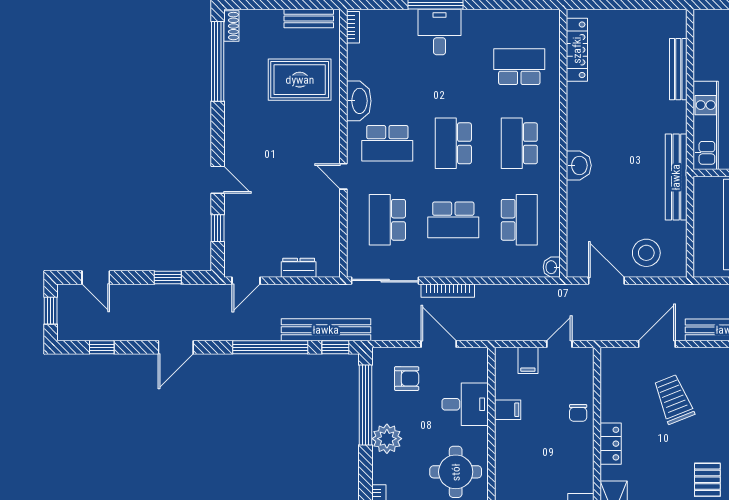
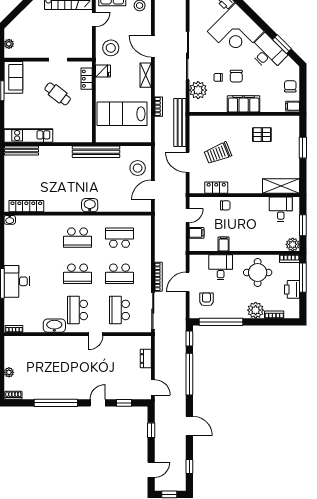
plant: (274, 18) -> (9, 372), added
bench: (309, 18) -> (9, 353), removed
desk: (440, 32) -> (17, 281), width x1.37
window: (218, 61) -> (56, 403), moved
school desk: (519, 67) -> (36, 238), removed
bench: (678, 69) -> (21, 151), moved
rug: (300, 80) -> (43, 358), removed
kitchen unit: (706, 125) -> (28, 135), moved
school desk: (387, 143) -> (78, 310), turned 180
school desk: (387, 220) -> (119, 310), turned 90
school desk: (453, 220) -> (119, 274), turned 90
washbasin: (552, 267) -> (10, 220), moved
bench: (326, 330) -> (180, 344), removed
door: (559, 344) -> (188, 216), swing flipped
plant: (387, 439) -> (256, 310), moved
locker: (611, 444) -> (216, 188), moved

